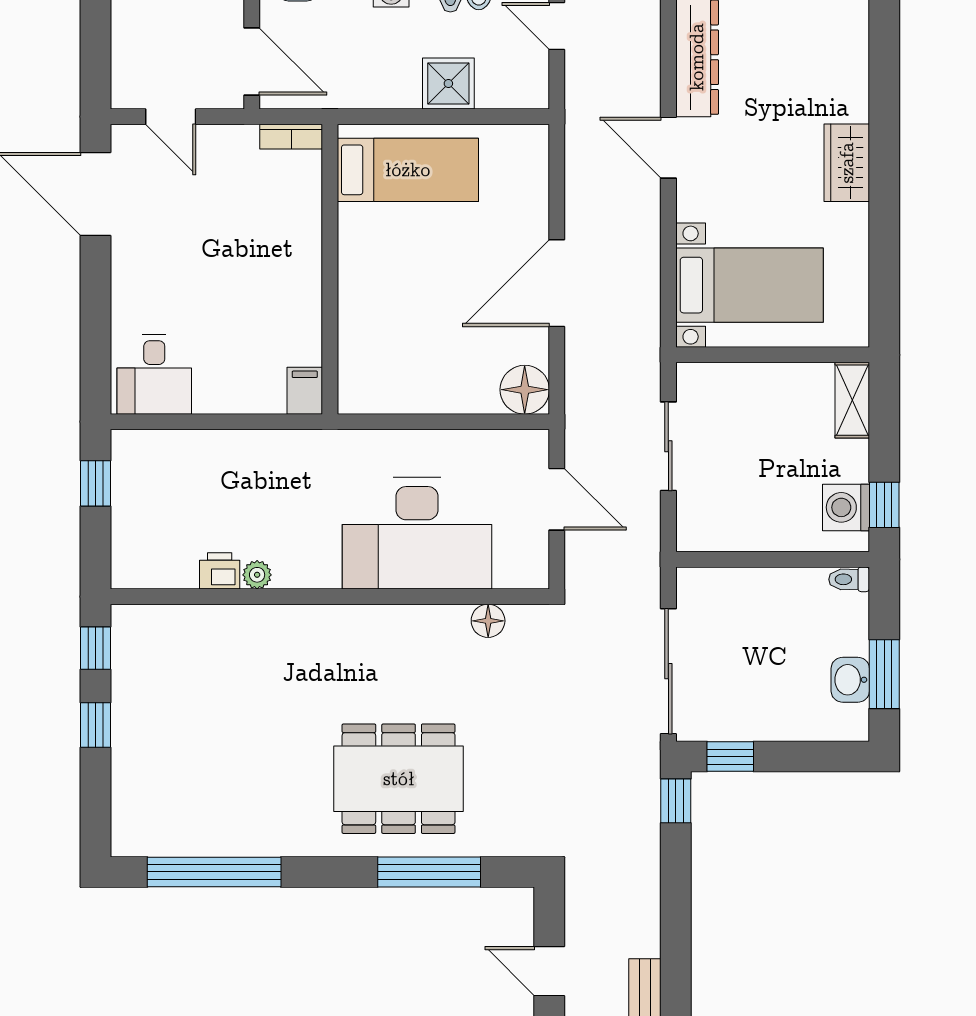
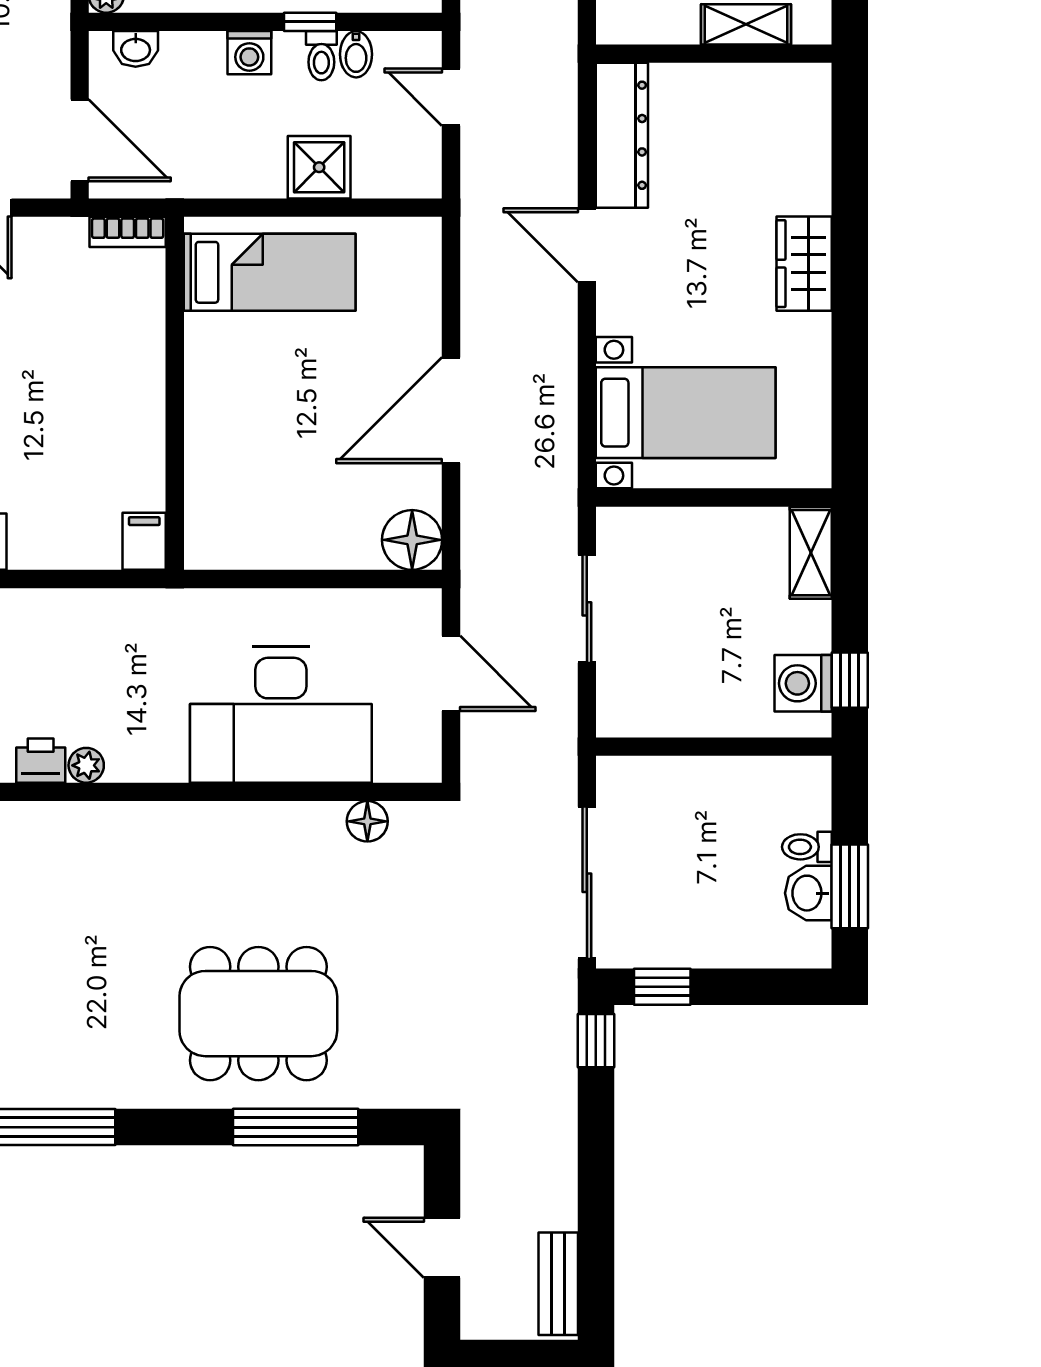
toilet: (849, 579) -> (807, 847), moved

